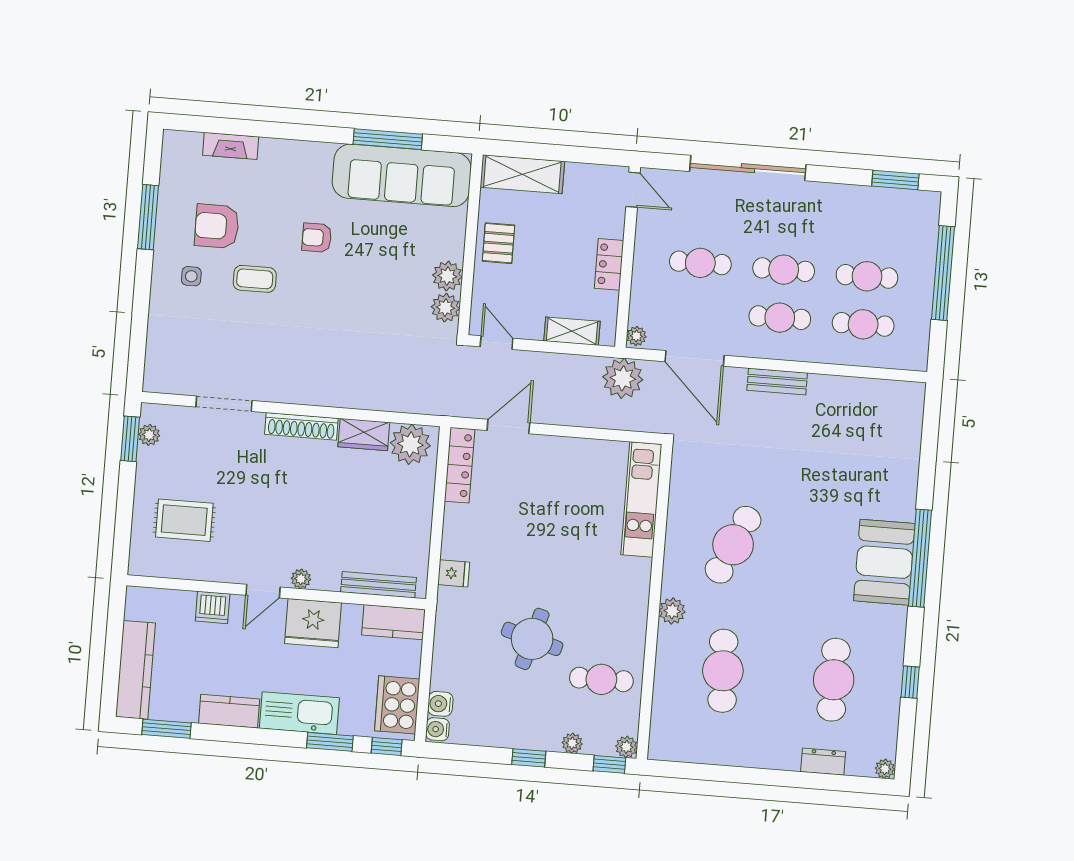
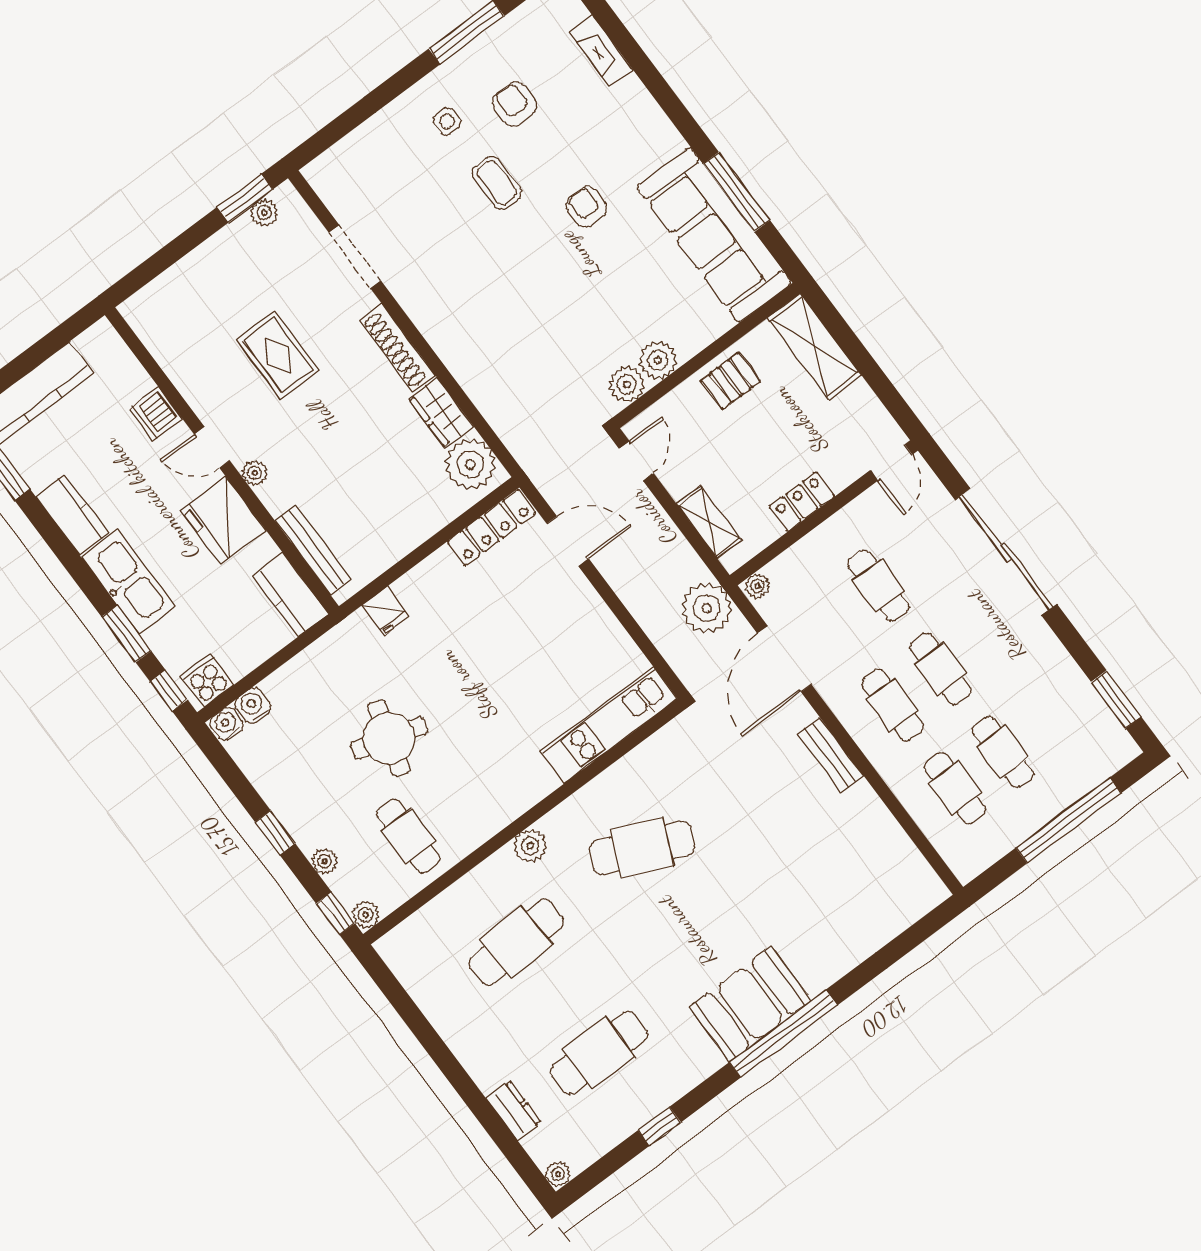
armchair: (217, 226) -> (515, 104), width x0.72, depth x0.72
rug: (184, 520) -> (278, 355), moved
cooker: (397, 705) -> (207, 681), width x0.53, depth x0.76

